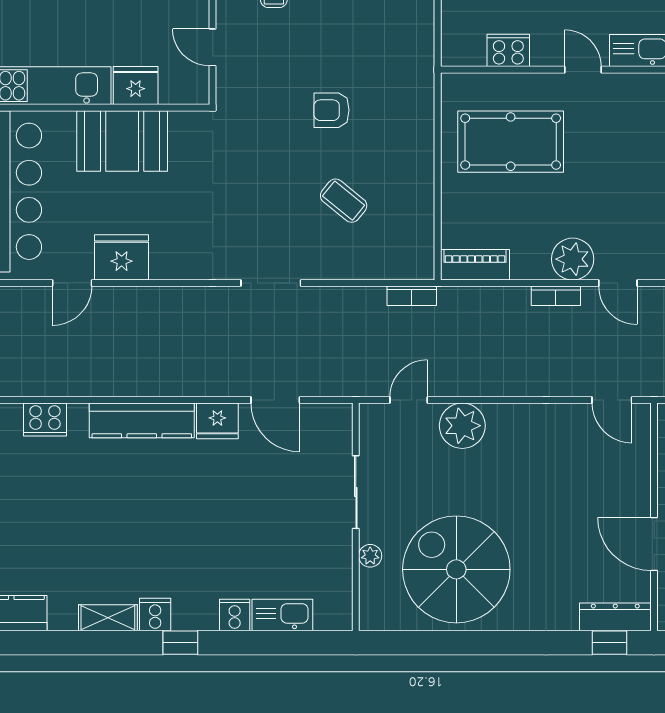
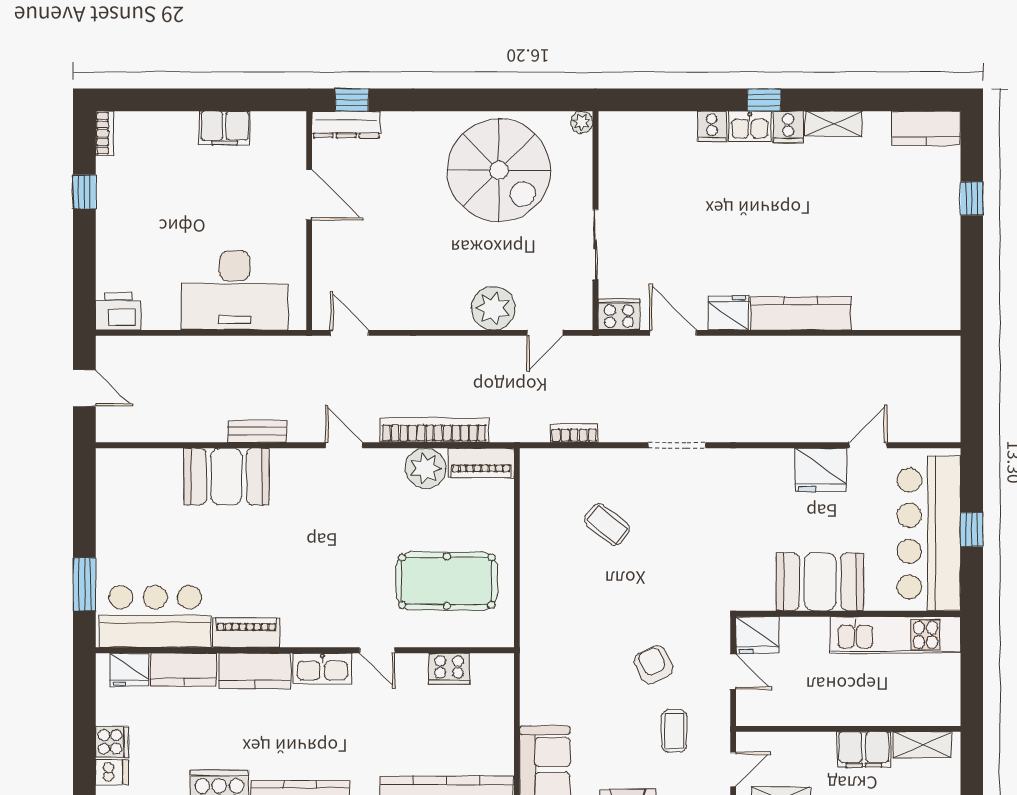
fridge: (136, 86) -> (757, 635), moved
armchair: (332, 110) -> (654, 665), moved, turned -117
plant: (573, 259) -> (426, 468), moved
bookcase: (412, 296) -> (574, 433), moved
bookcase: (556, 296) -> (434, 430), width x2.31, depth x1.31
cooker: (45, 419) -> (619, 314), moved
plant: (370, 556) -> (582, 122), moved
kitchen sink: (282, 615) -> (750, 126), moved, width x0.73

